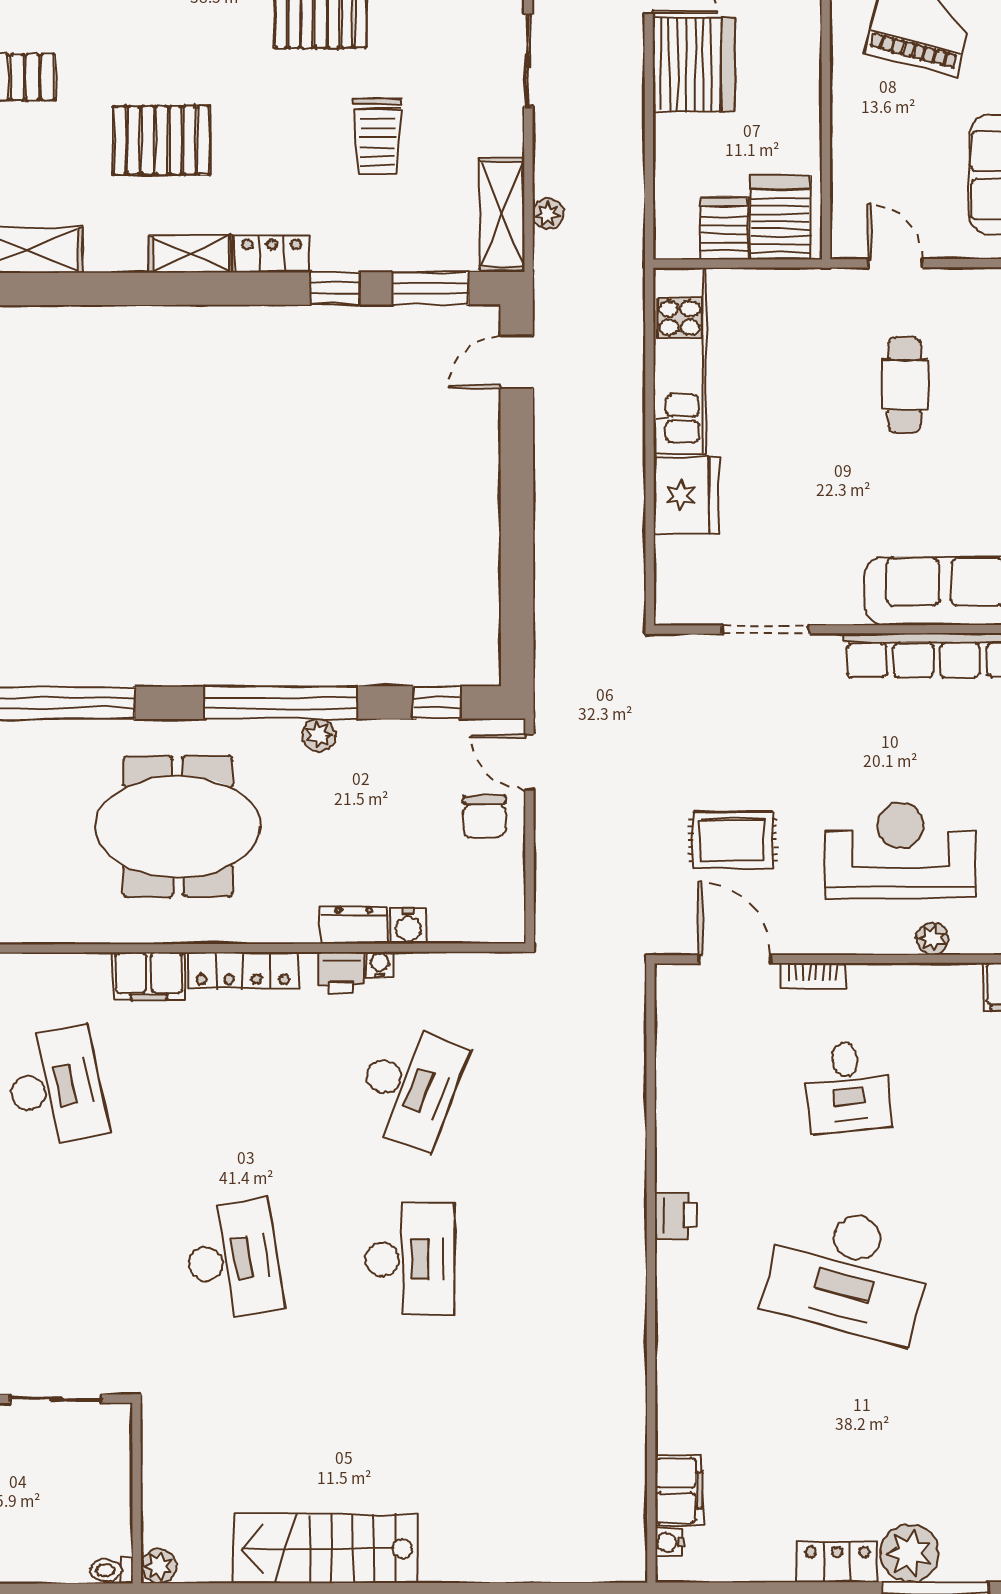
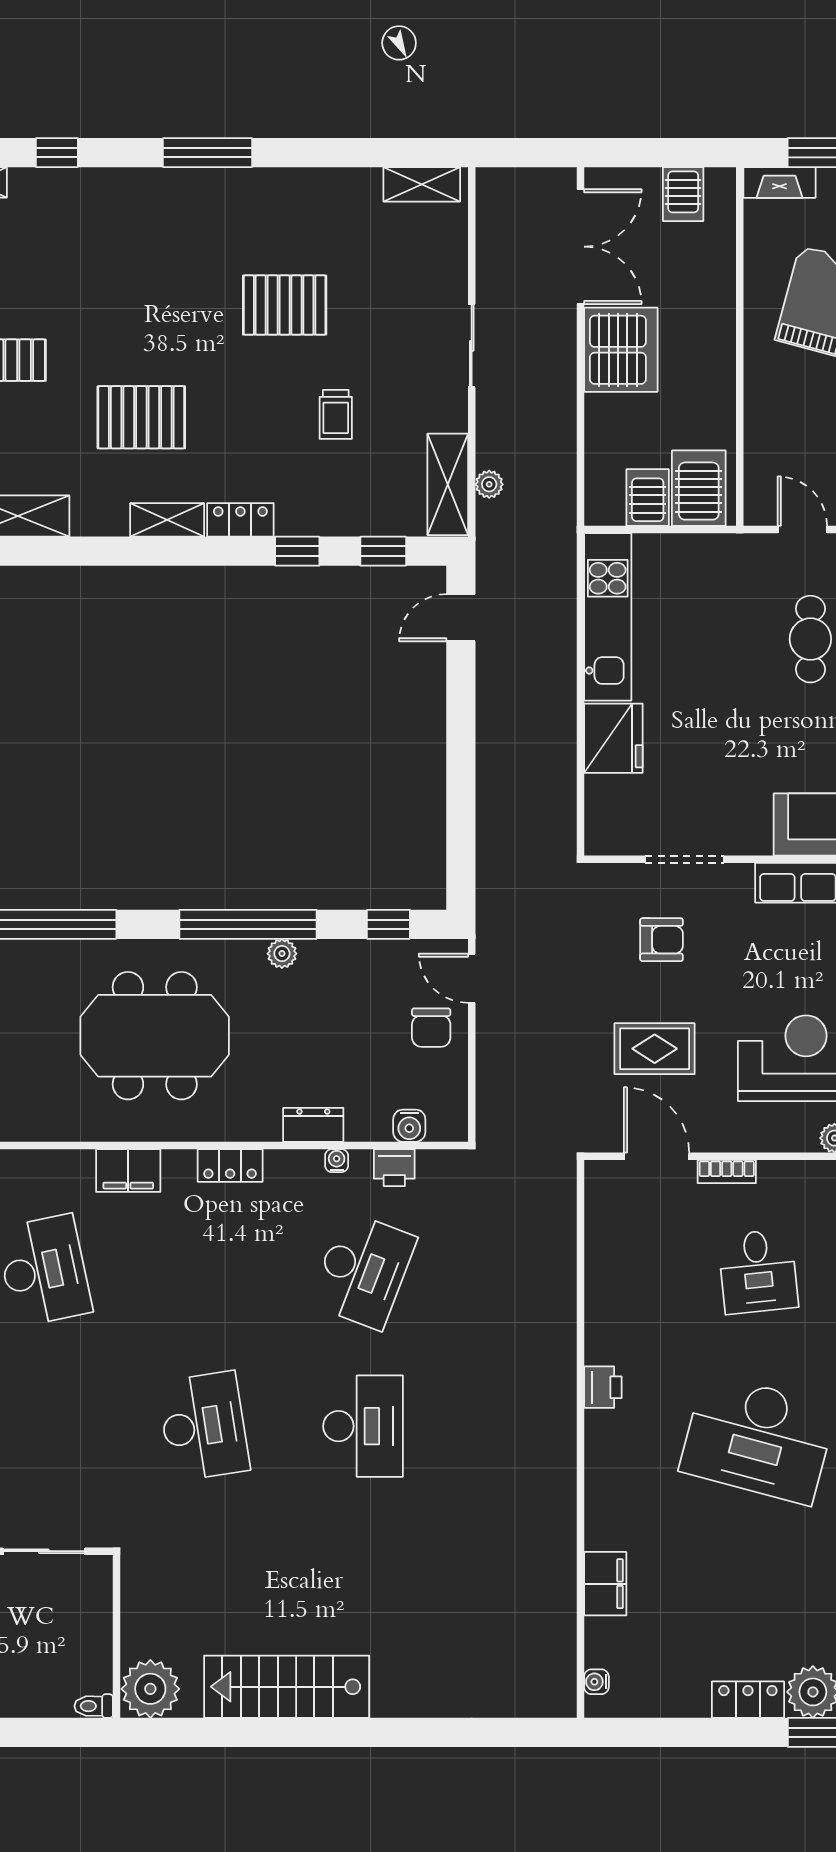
trolley: (377, 137) -> (336, 414), width x0.73, depth x0.72
window: (430, 288) -> (383, 551), width x0.67
armchair: (740, 719) -> (662, 940), added
water cooler: (408, 926) -> (409, 1126), moved
locker: (243, 970) -> (230, 1165), width x0.66
printer: (341, 972) -> (394, 1168), moved
filing cabinet: (679, 1490) -> (605, 1584), moved
plant: (159, 1566) -> (150, 1689), width x1.88, depth x1.88

